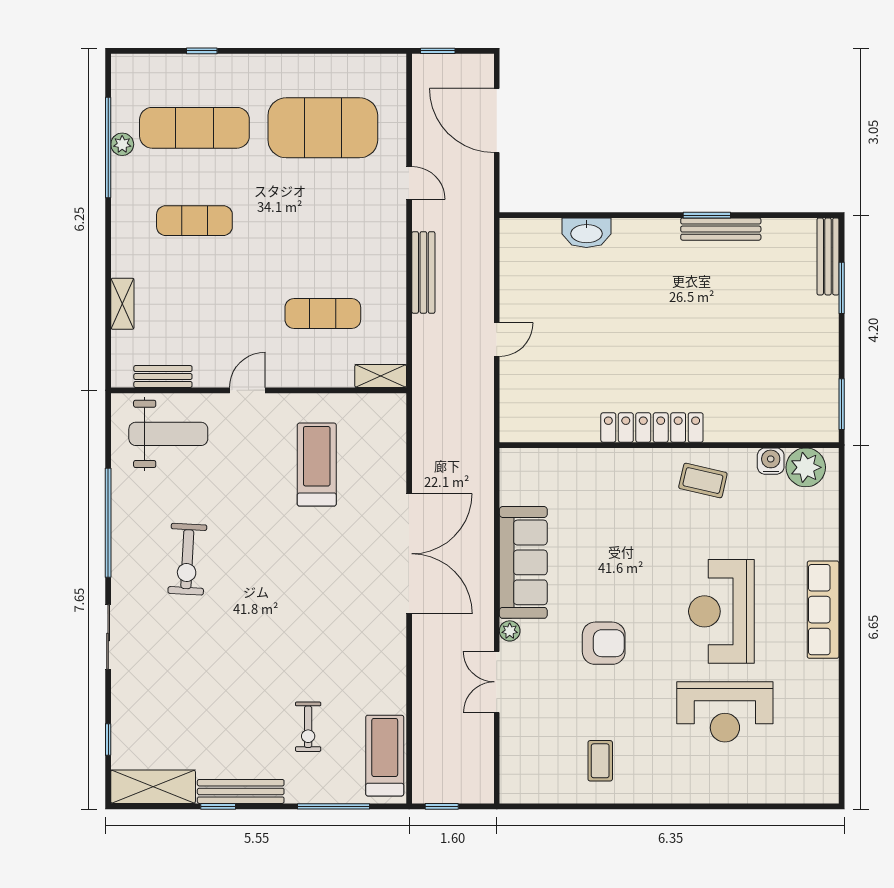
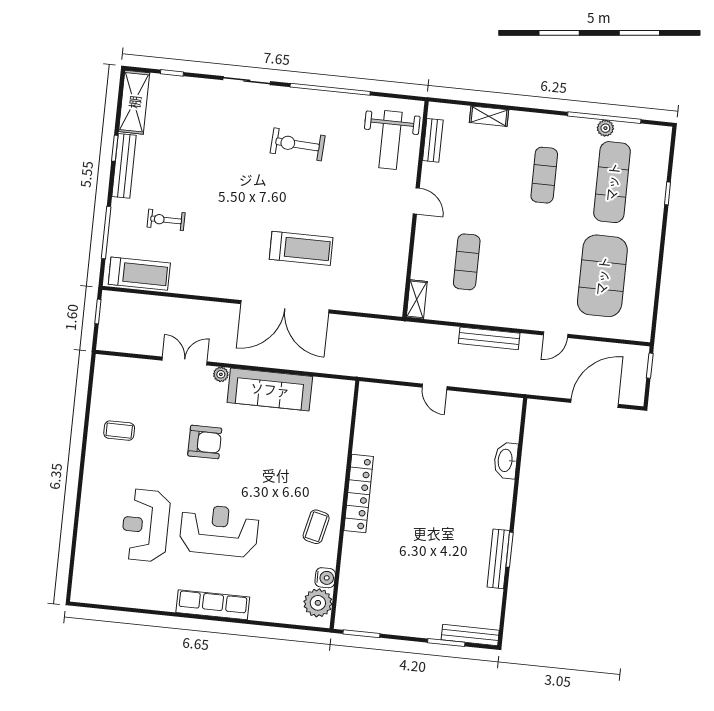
treadmill: (317, 465) -> (301, 248), moved
armchair: (604, 643) -> (205, 442), turned -90

